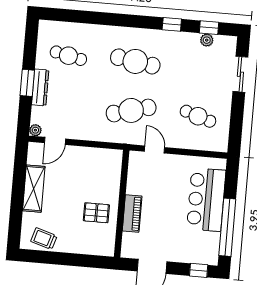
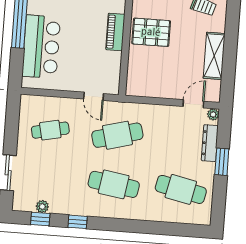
cafe table: (68, 56) -> (181, 189), width x1.37, depth x1.35
dresser: (40, 87) -> (210, 143), moved
cafe table: (198, 116) -> (50, 130), turned -30
pallet: (96, 213) -> (151, 32), width x1.50, depth x1.42

